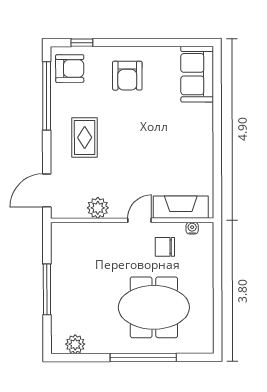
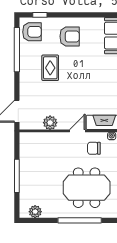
armchair: (127, 76) -> (70, 36), turned -90
rug: (85, 138) -> (50, 68), moved

